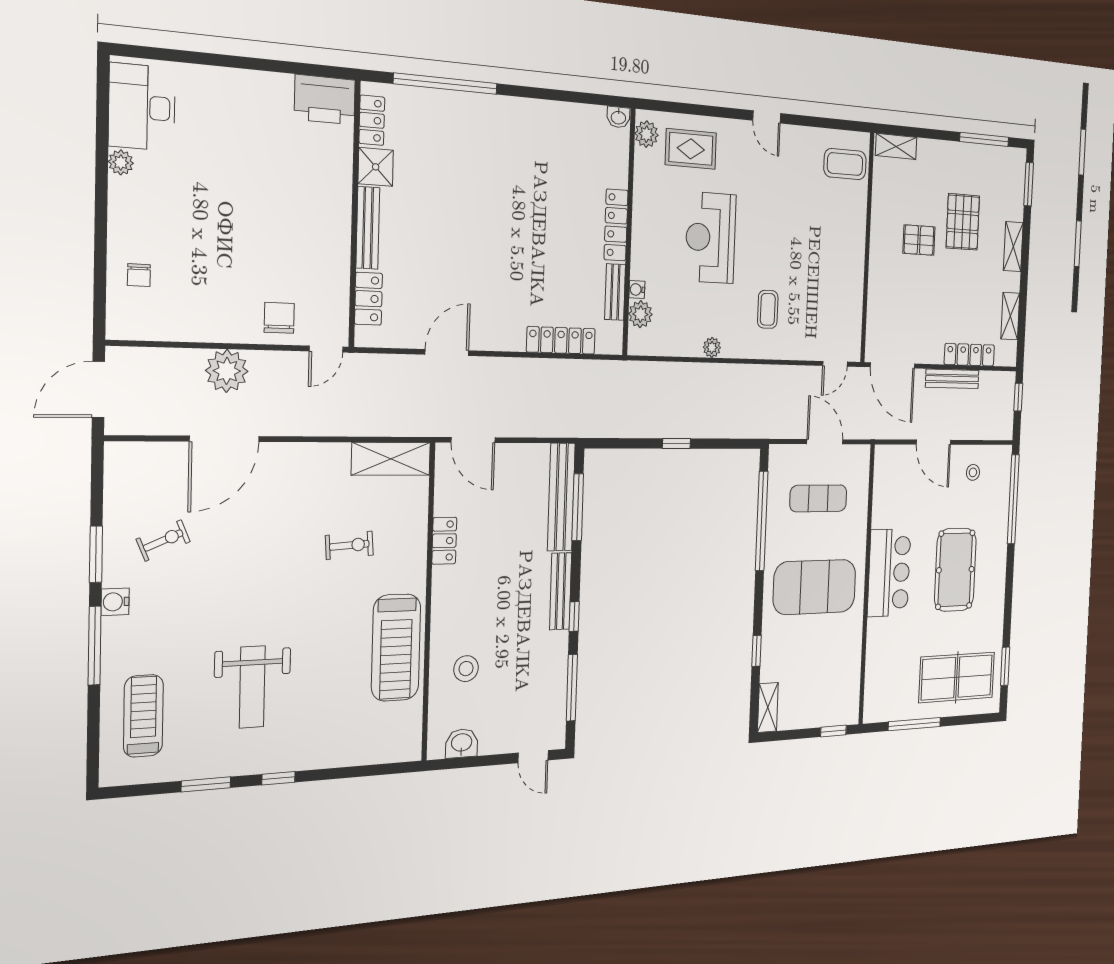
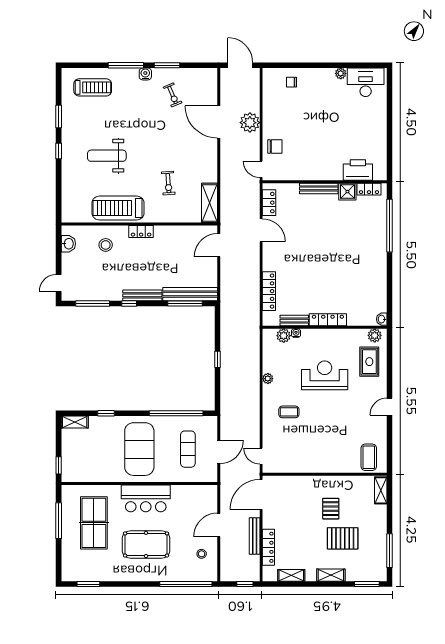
printer: (325, 100) -> (358, 170), moved, turned 90
locker: (368, 299) -> (269, 203), moved, turned -90
locker: (444, 541) -> (141, 232), moved
table tennis table: (957, 677) -> (94, 523), moved
weight bench: (252, 687) -> (107, 156), moved

